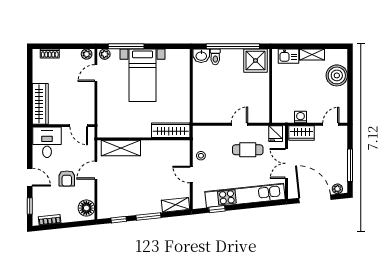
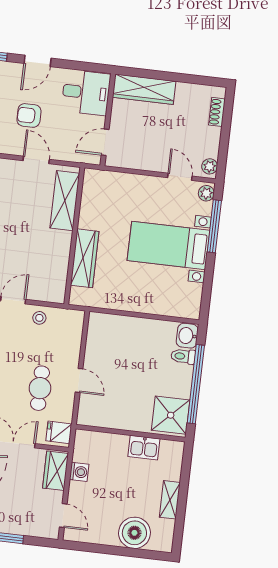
kitchen sink: (289, 56) -> (144, 448), moved, turned -90
wardrobe: (171, 130) -> (85, 258), moved

